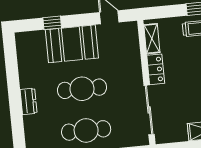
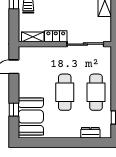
booth: (72, 44) -> (31, 117), moved
dresser: (28, 101) -> (90, 133), moved

